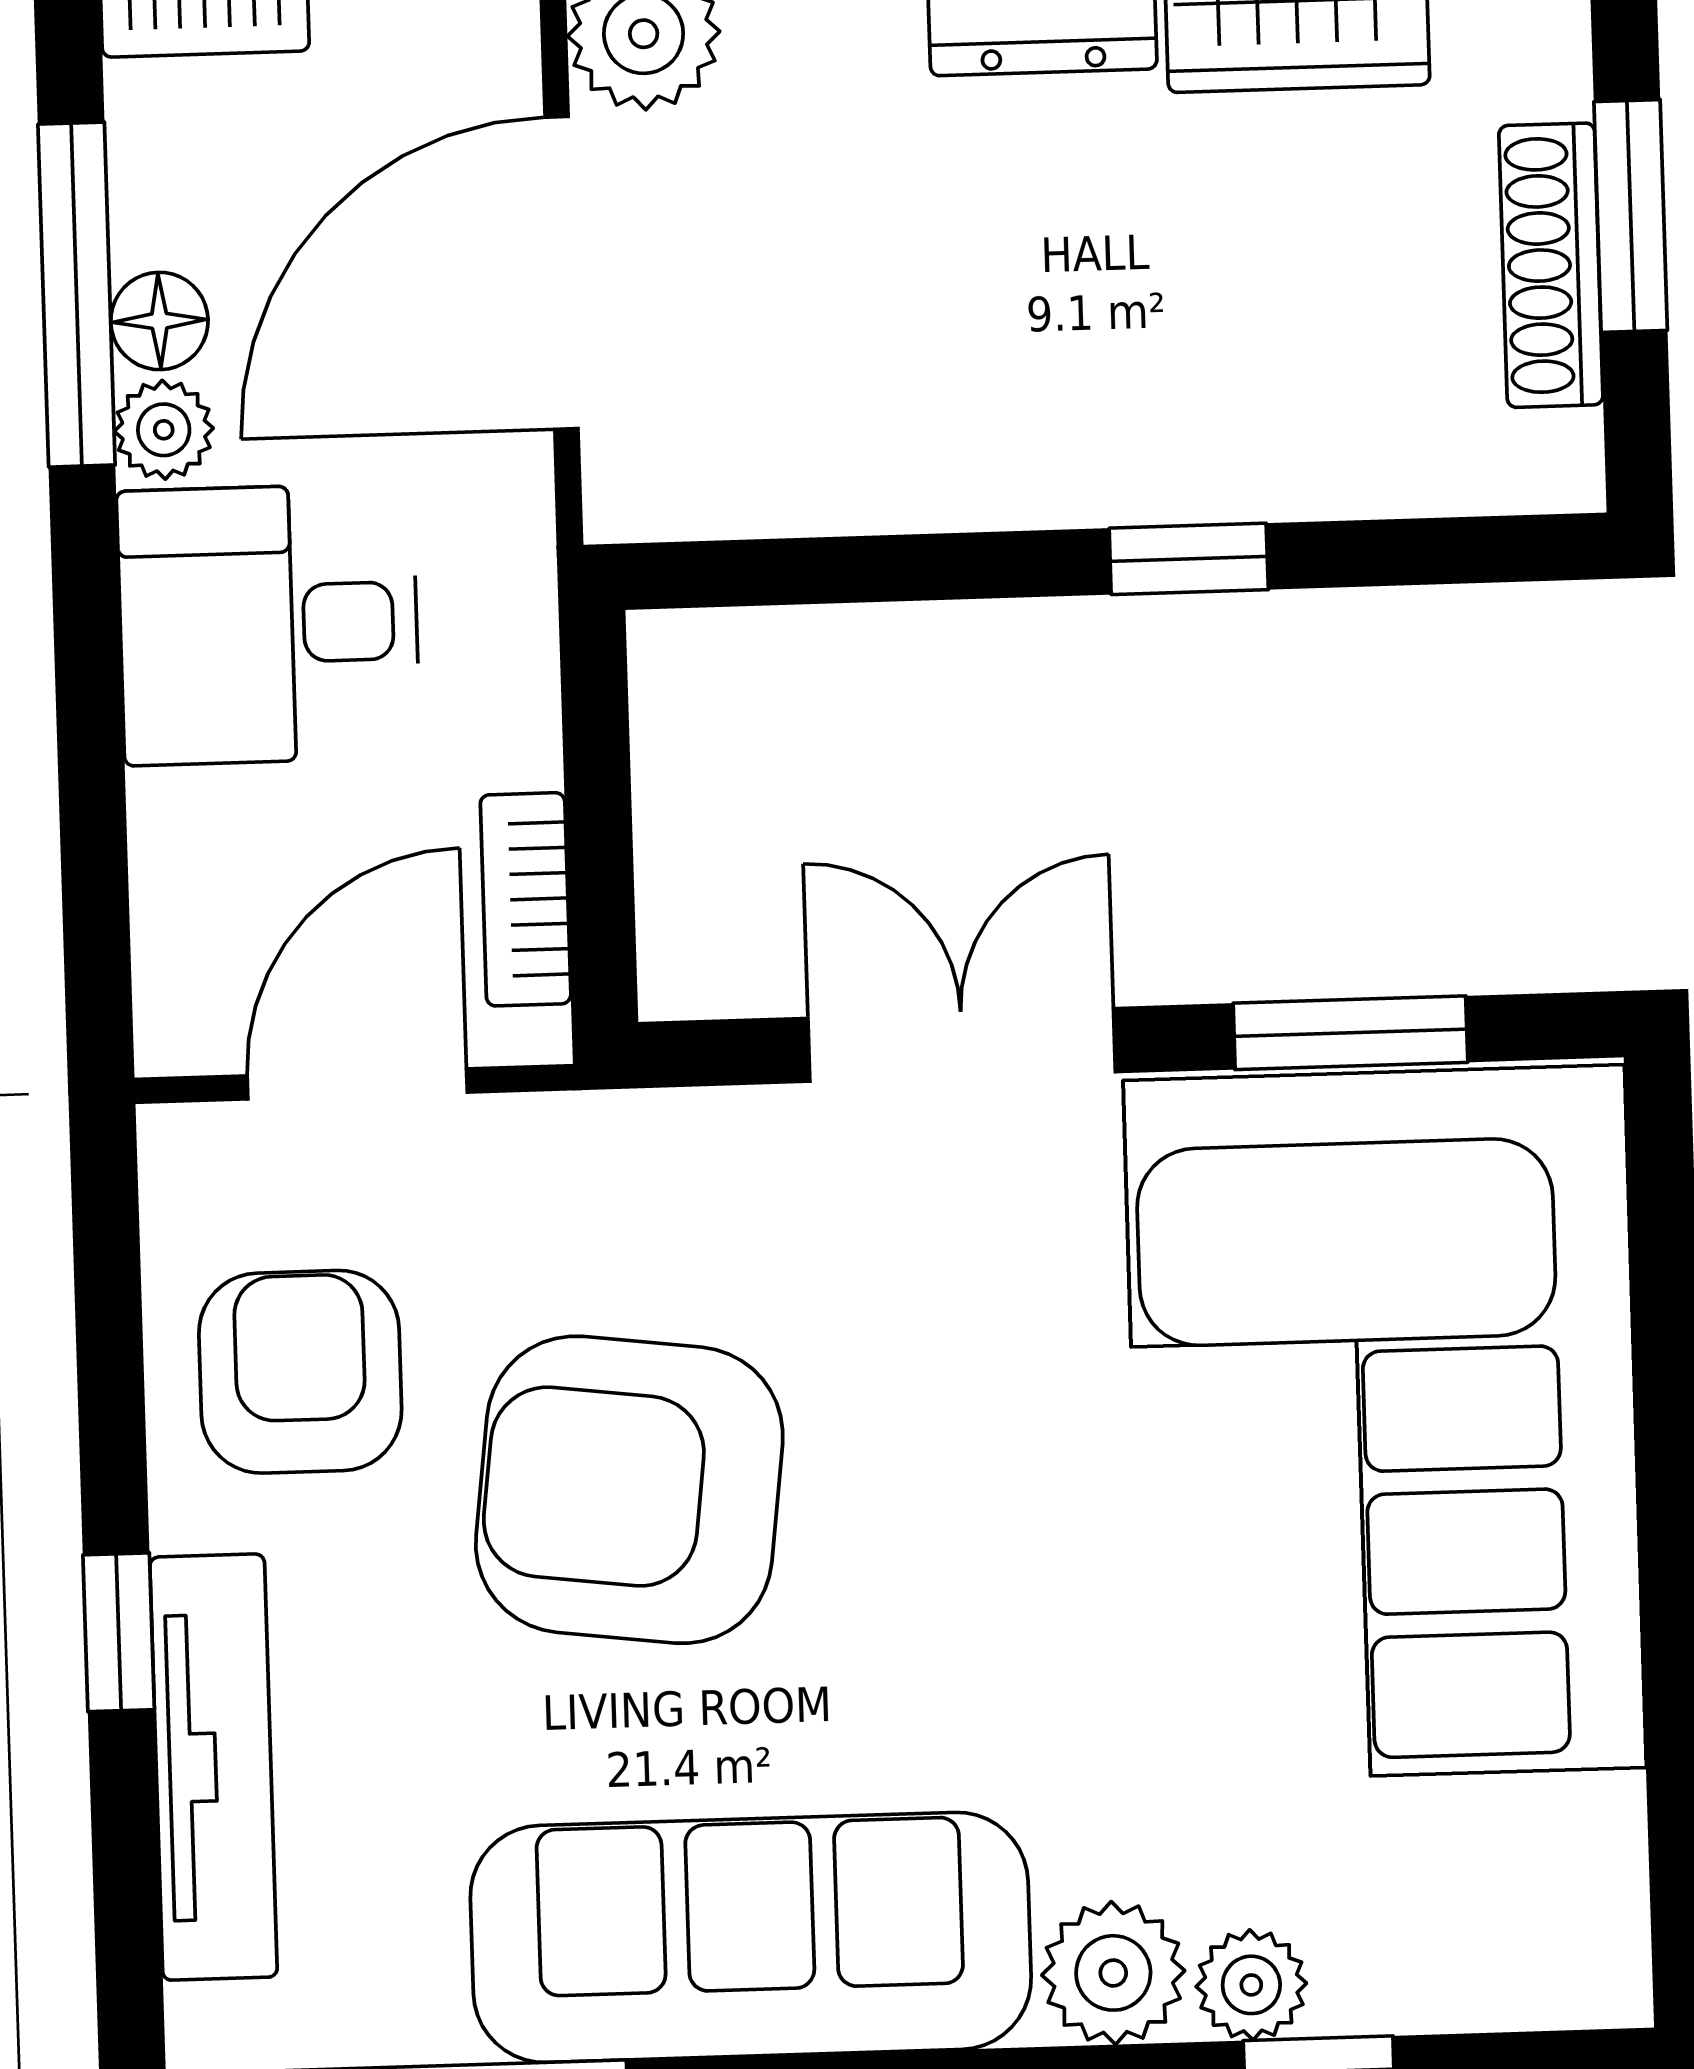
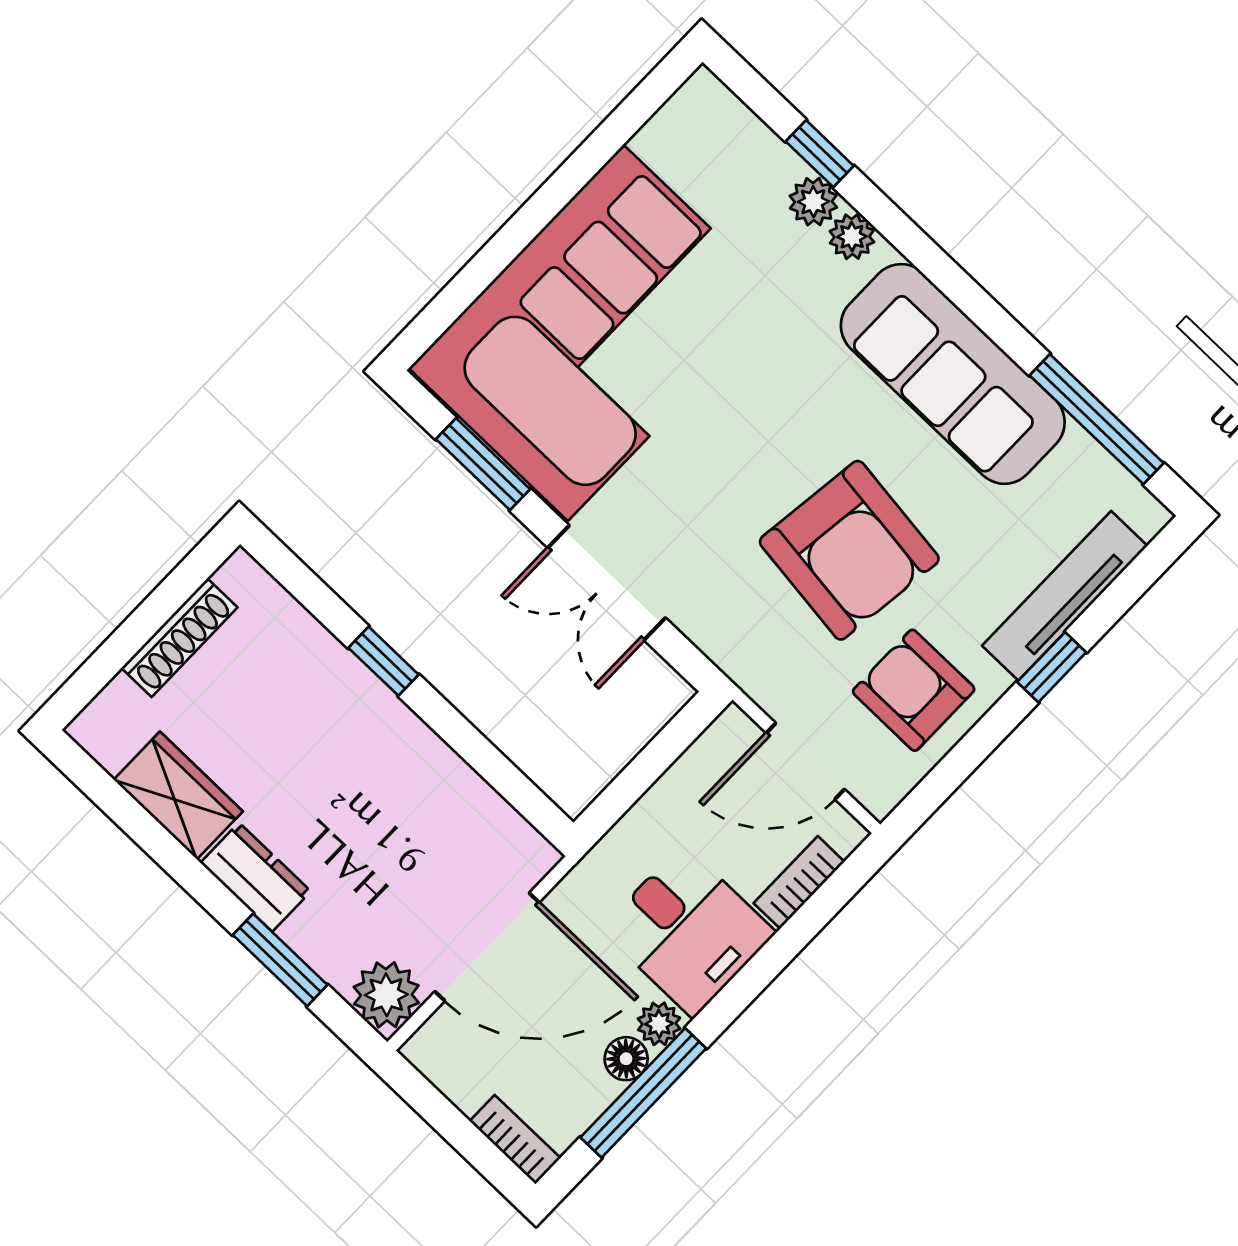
window: (1631, 216) -> (139, 628), removed
bookcase: (526, 899) -> (799, 882), moved, turned 180
armchair: (300, 1372) -> (914, 690), turned 90
plant: (1113, 1973) -> (852, 237), width x0.73, depth x0.73

